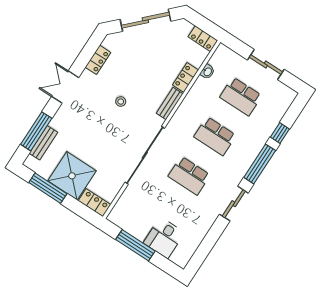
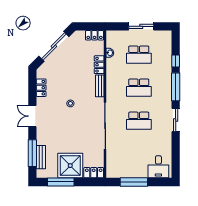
desk: (164, 238) -> (158, 167), moved

